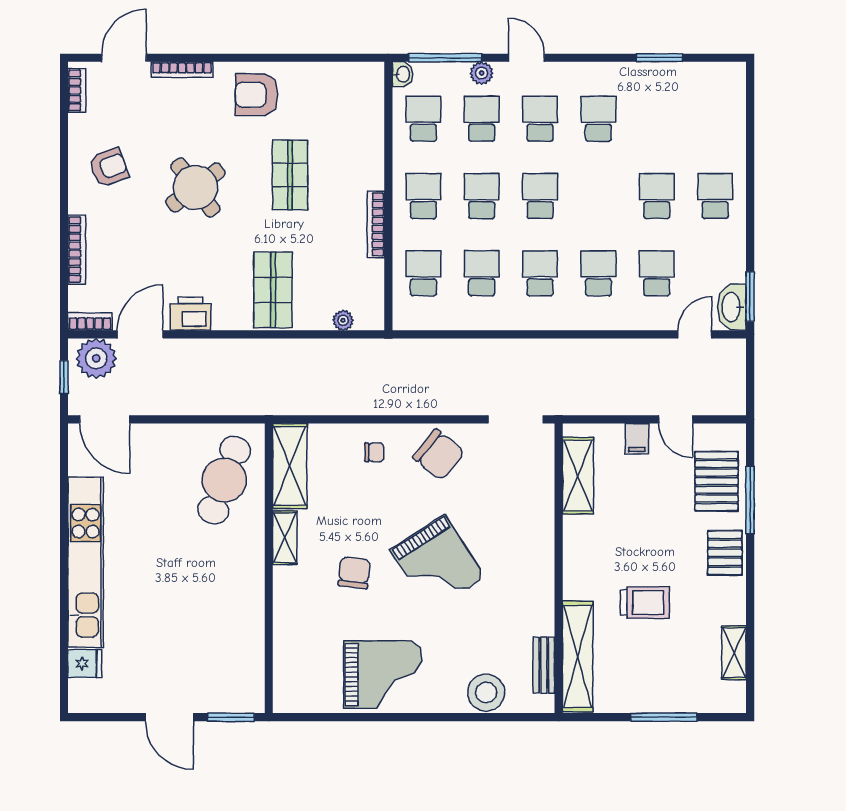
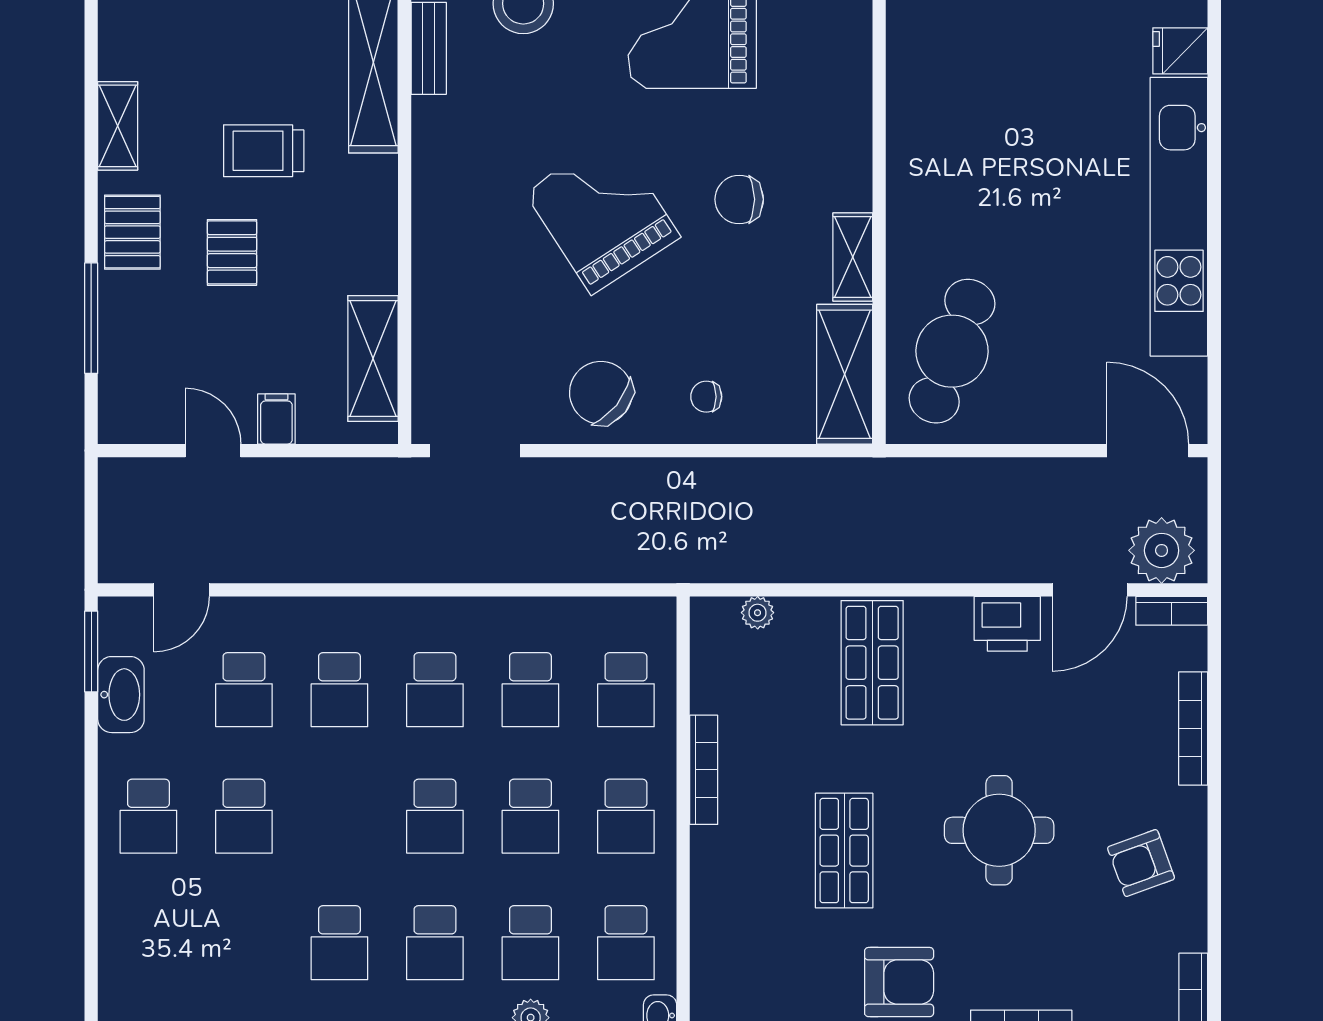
round table: (195, 187) -> (999, 830), turned 37
washbasin: (732, 307) -> (121, 695), moved
window: (64, 377) -> (1214, 520), removed
pallet: (717, 481) -> (232, 252), moved, width x0.67, depth x0.71
chair: (354, 573) -> (739, 199), turned 83
shelving: (734, 653) -> (118, 126), moved

